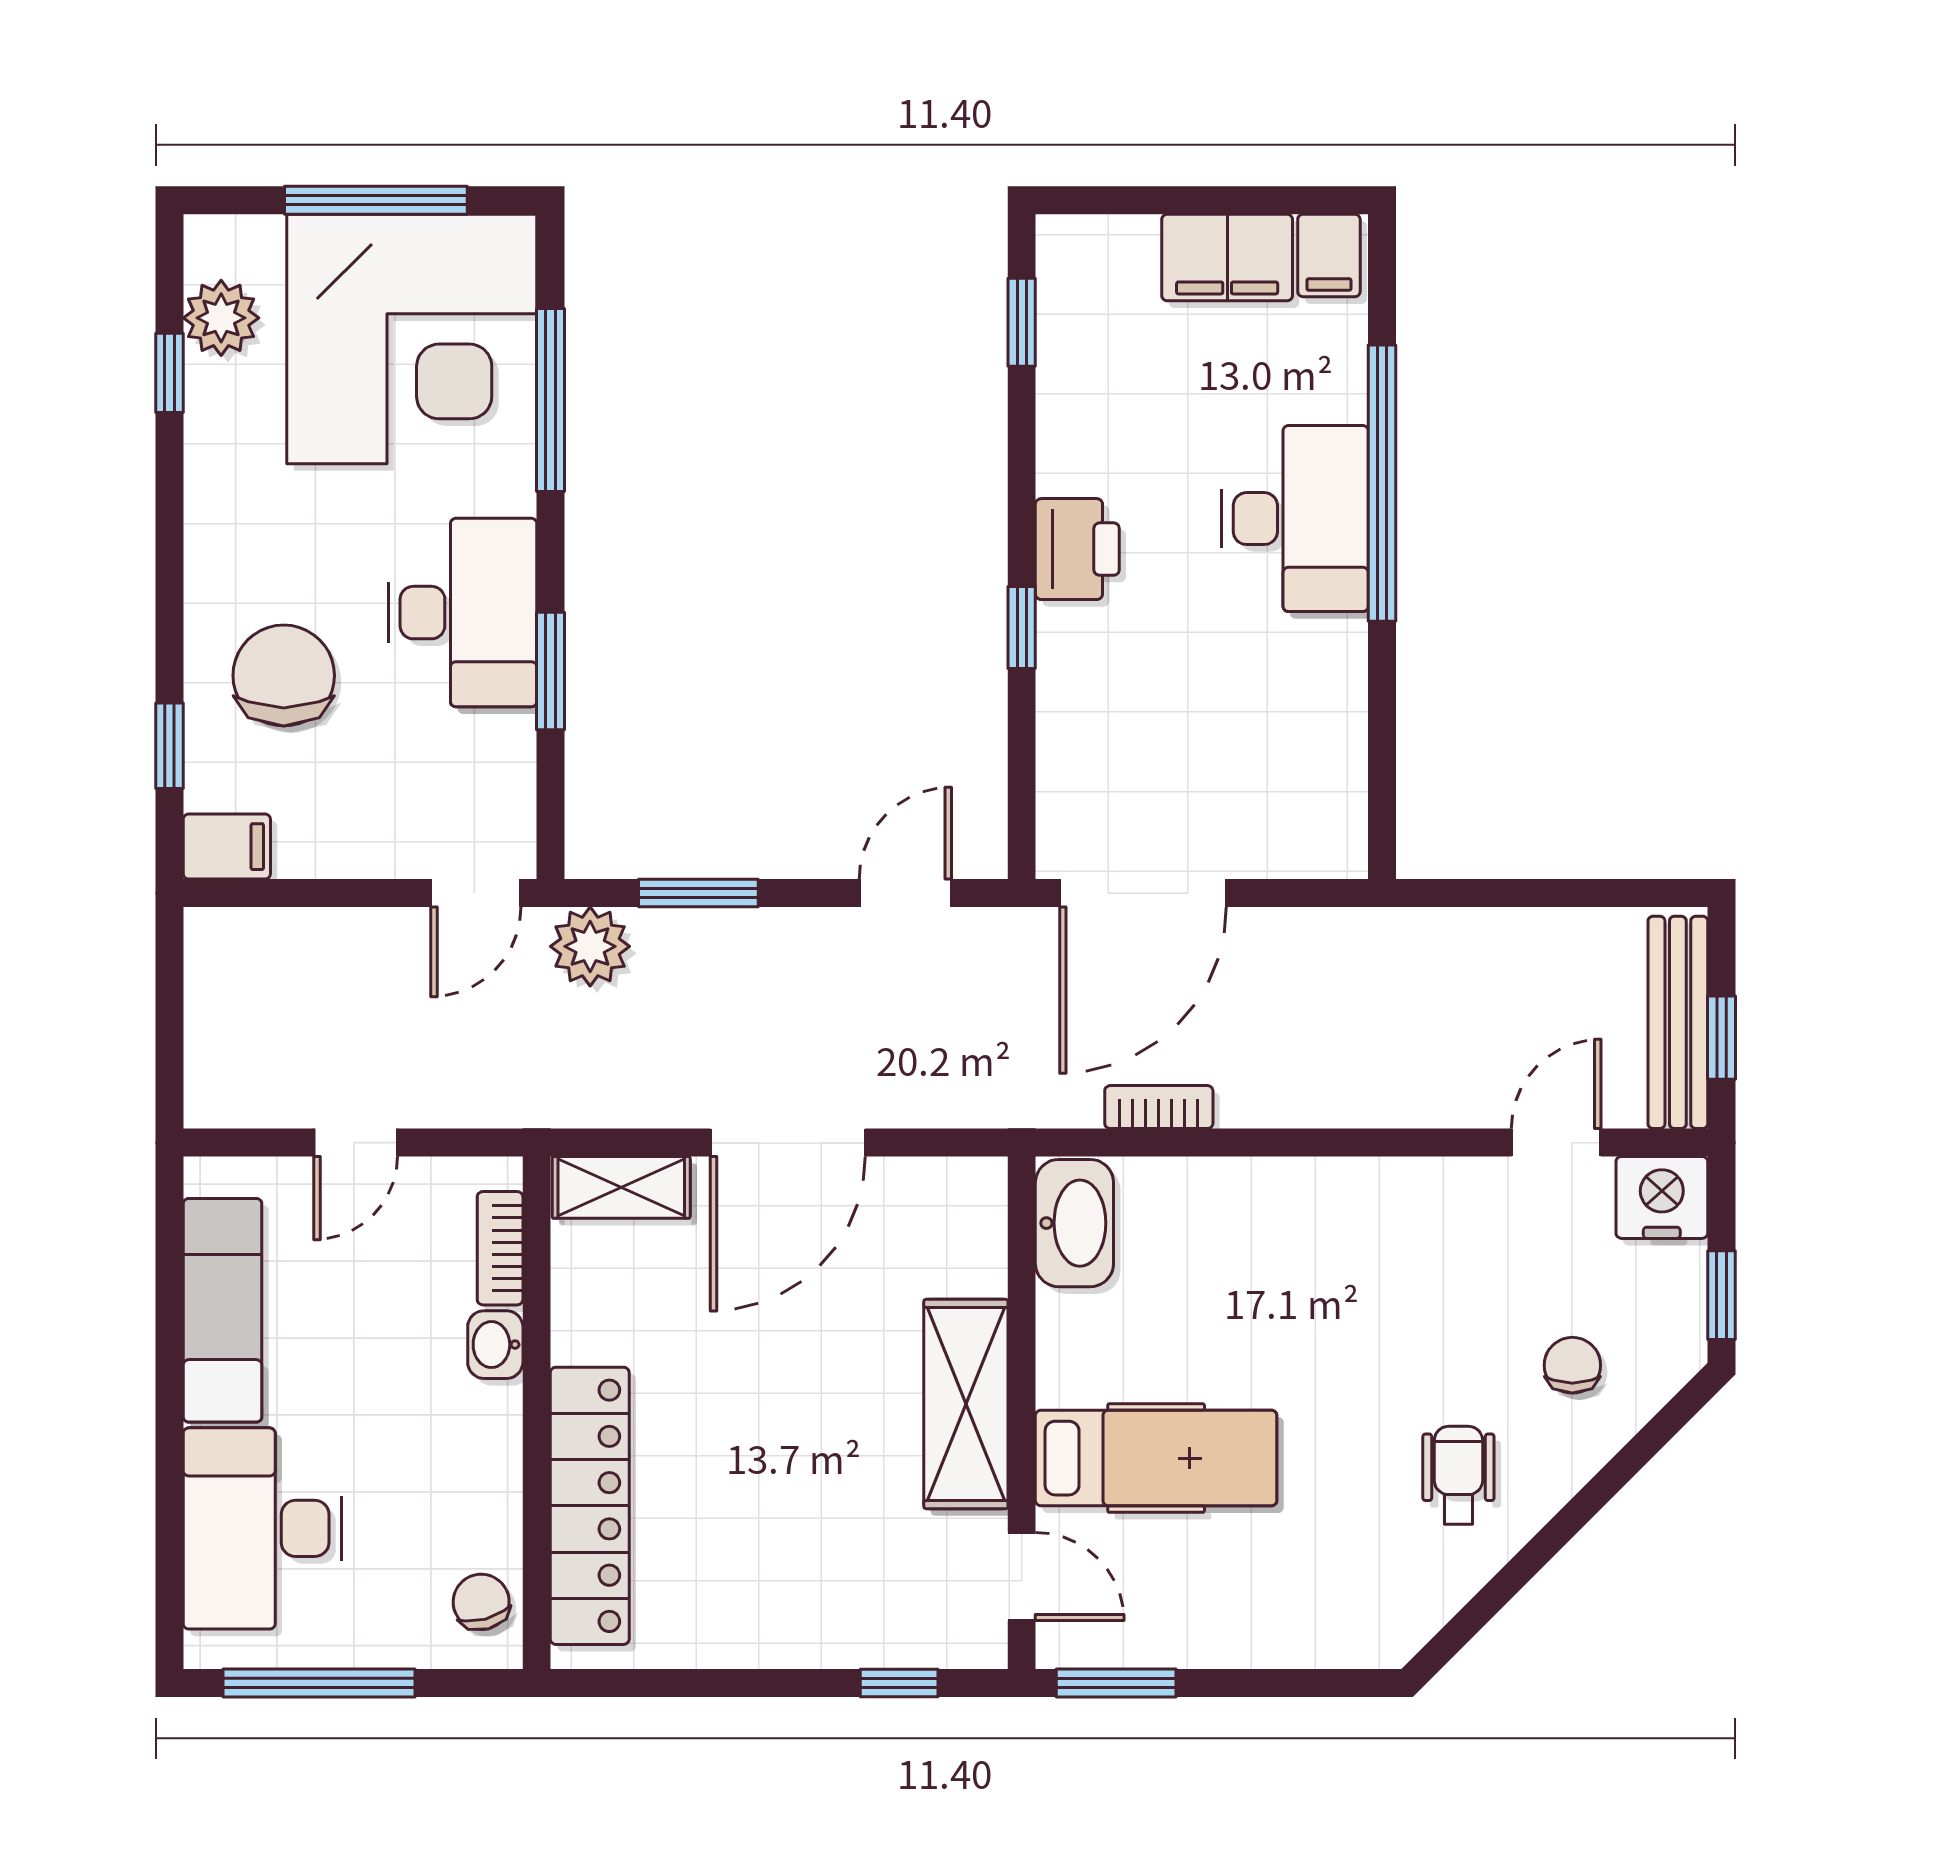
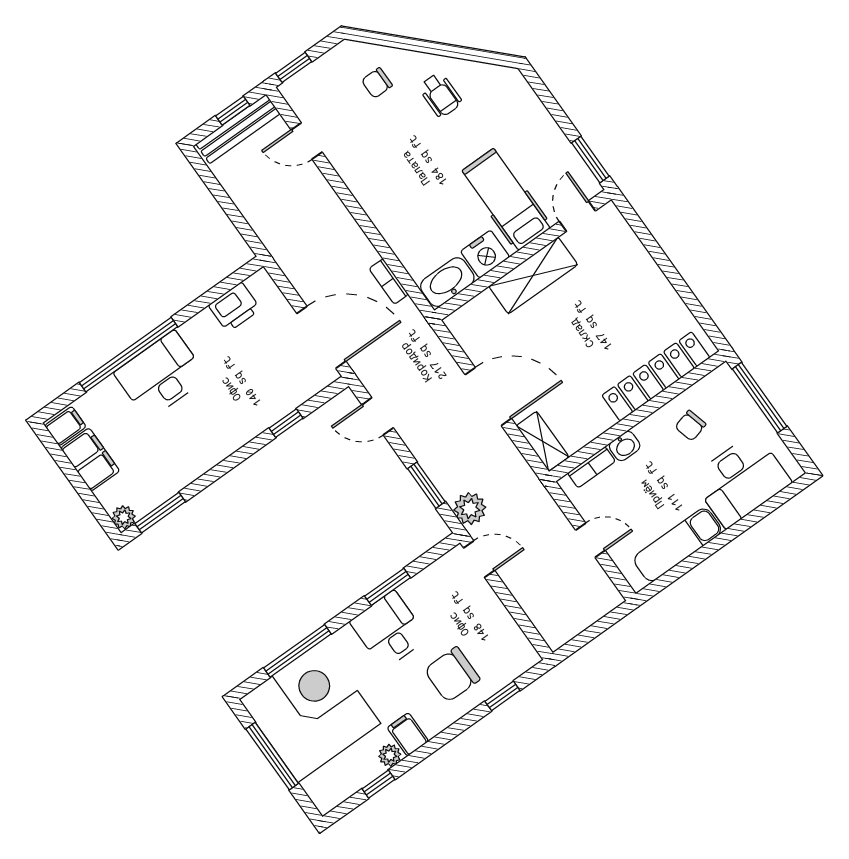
plant: (1064, 243) -> (124, 517), added
plant: (221, 318) -> (390, 755), moved, width x0.73, depth x0.73
window: (1022, 322) -> (160, 513), width x1.50
printer: (1077, 549) -> (235, 307), moved, turned 180
desk: (462, 613) -> (389, 630), width x0.73
window: (1022, 627) -> (286, 423), moved
filing cabinet: (227, 847) -> (408, 734), moved
nightstand: (1662, 1197) -> (485, 254), moved, turned -90
window: (1721, 1295) -> (294, 67), moved
wheelchair: (1458, 1475) -> (440, 95), turned -90
chair: (481, 1602) -> (690, 426), moved
window: (319, 1683) -> (760, 398), moved
window: (899, 1683) -> (642, 232), removed

